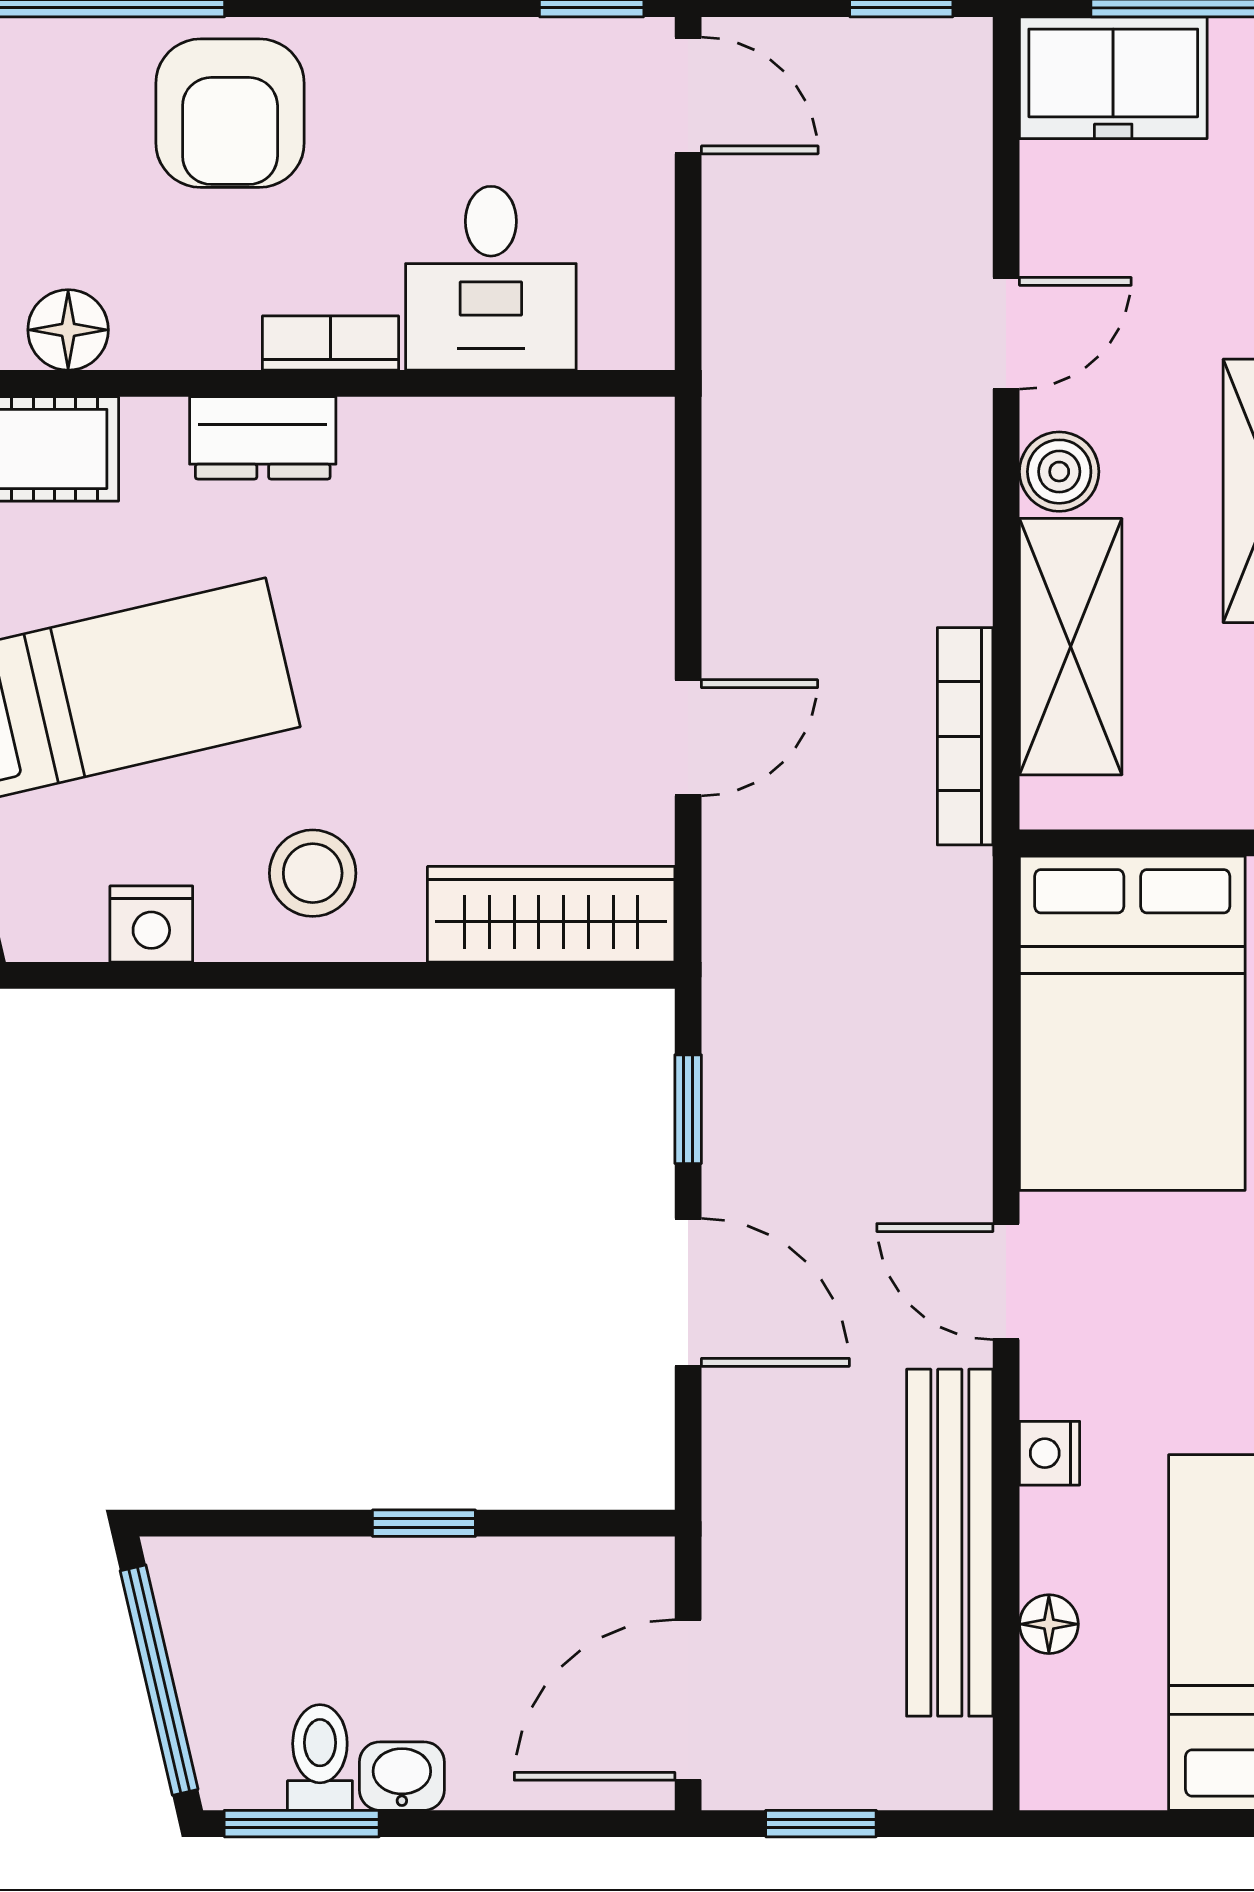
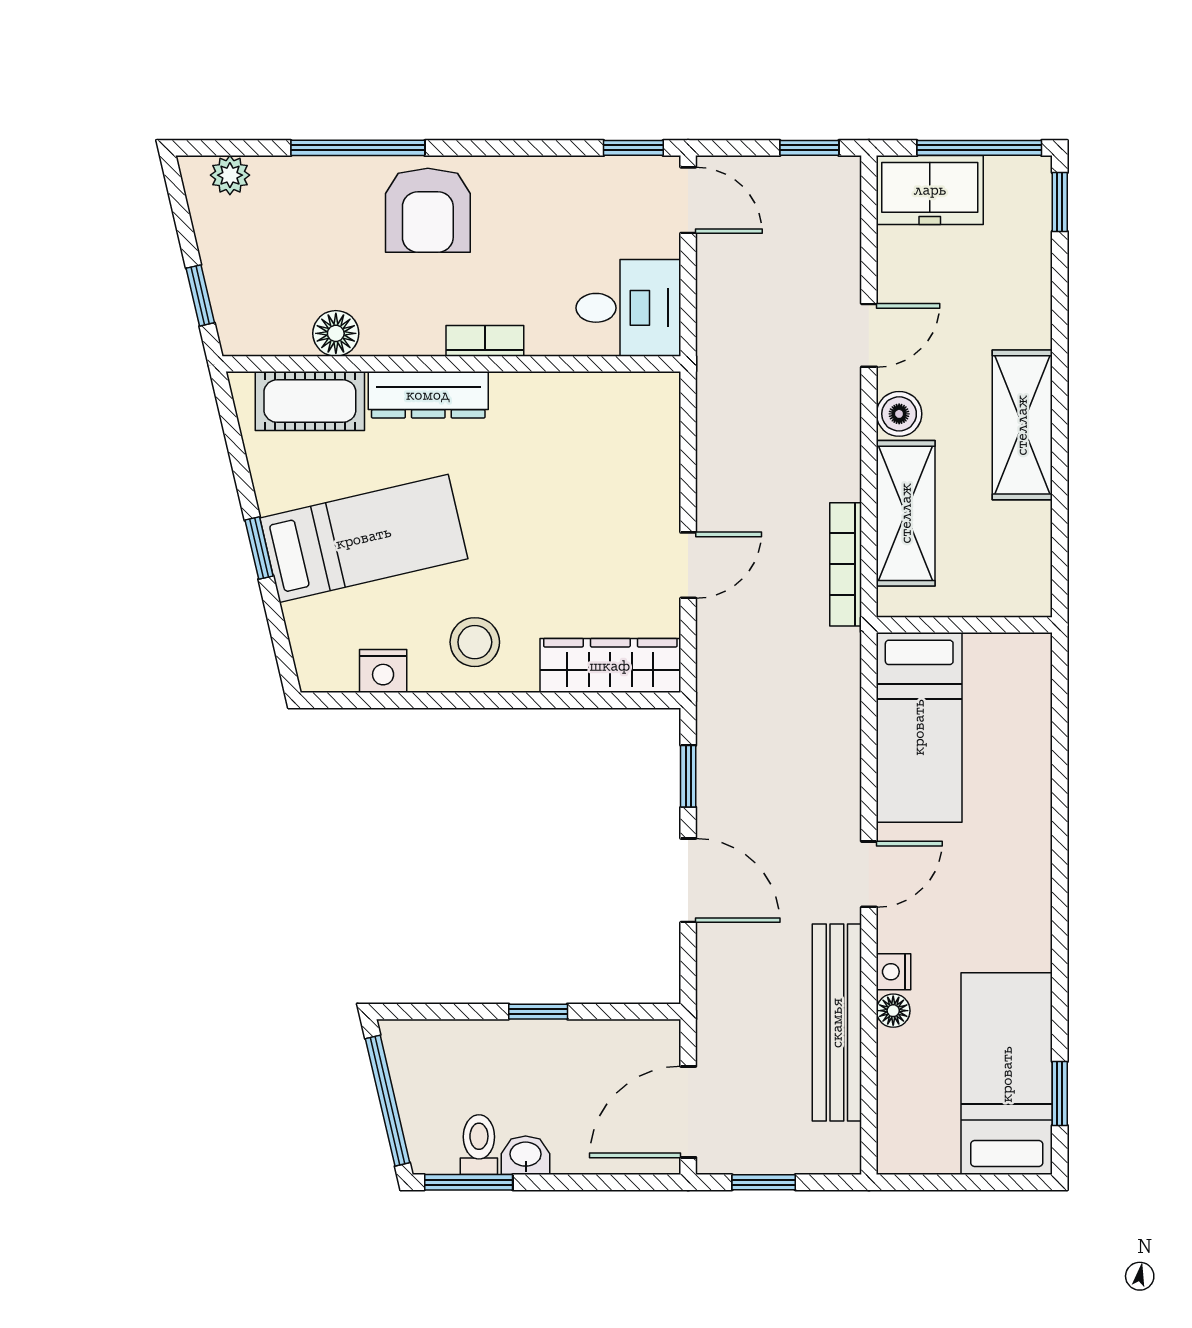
desk: (491, 278) -> (628, 308), moved, turned -90
dresser: (263, 438) -> (428, 395), width x1.44
bed: (1132, 1023) -> (919, 727), width x0.67
door: (1006, 1282) -> (869, 874), swing flipped
floor lamp: (1049, 1624) -> (893, 1011), moved

